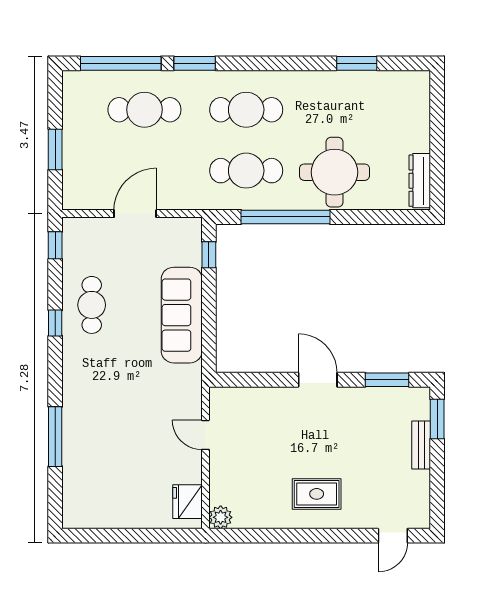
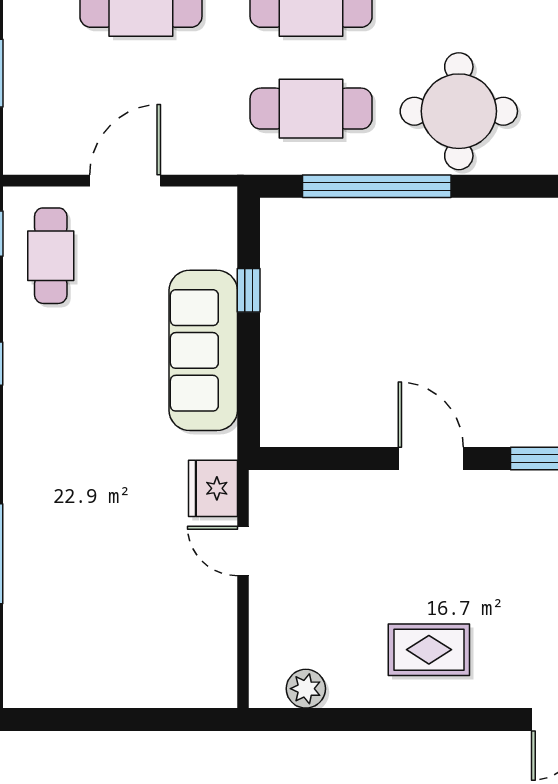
window: (209, 255) -> (249, 290), moved
cafe table: (92, 305) -> (51, 256), moved
fridge: (188, 502) -> (213, 488), moved
plant: (221, 517) -> (306, 689), moved

